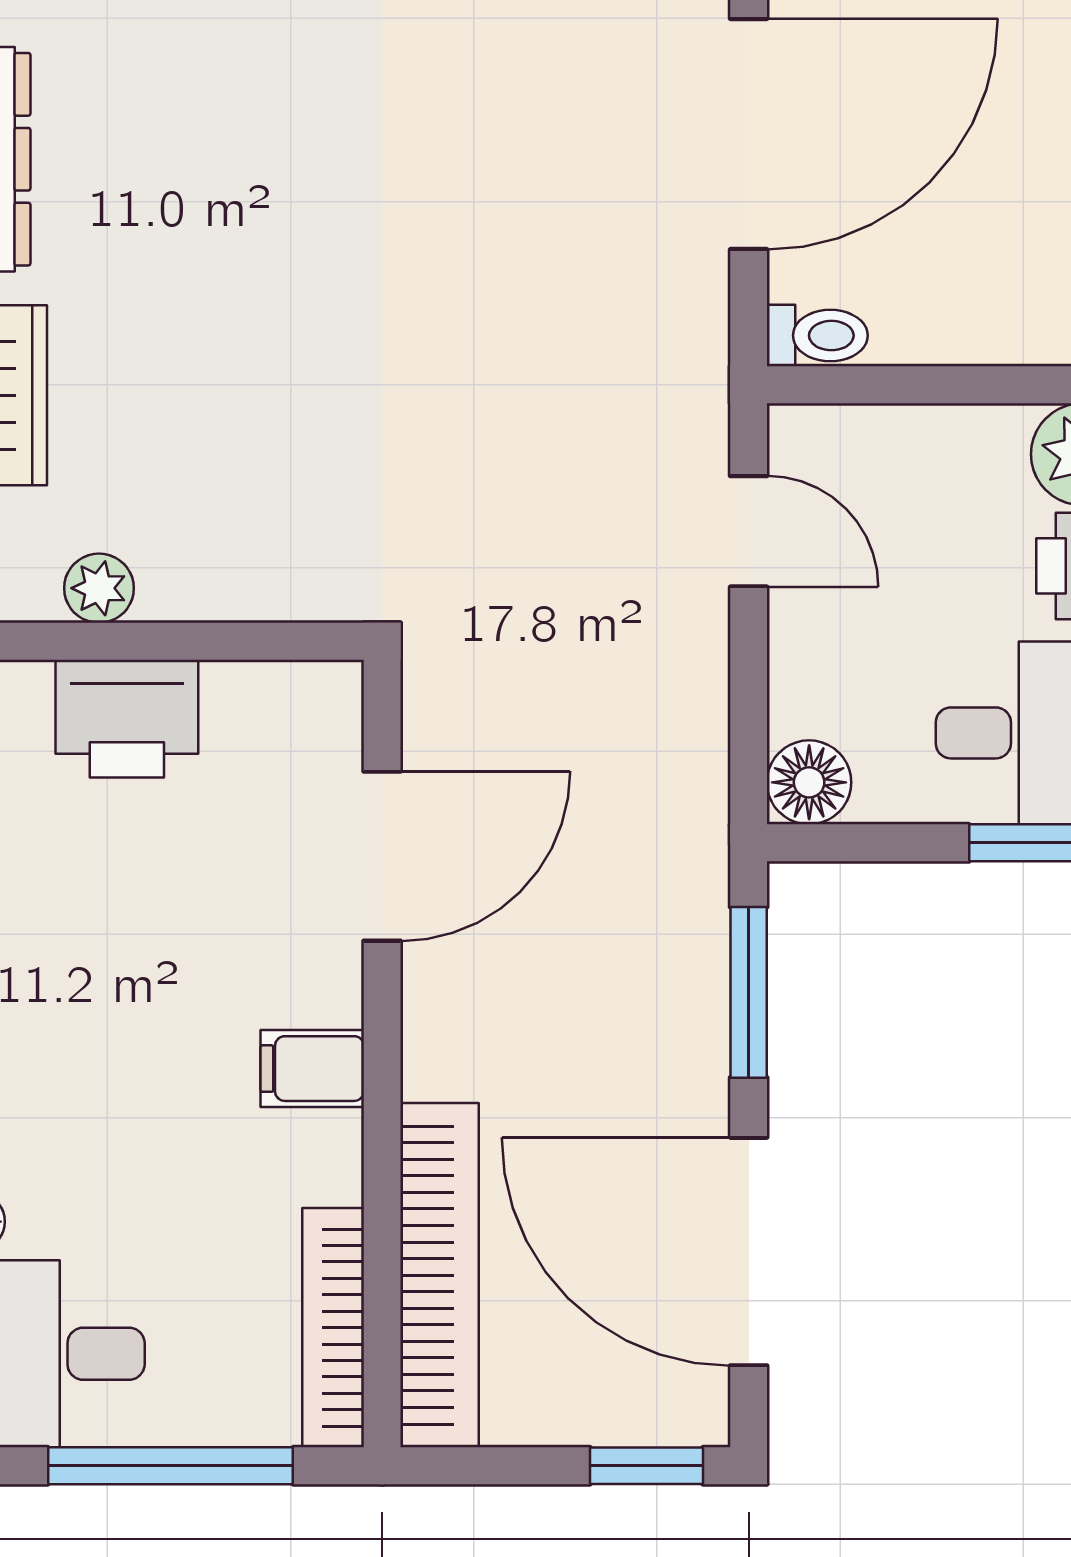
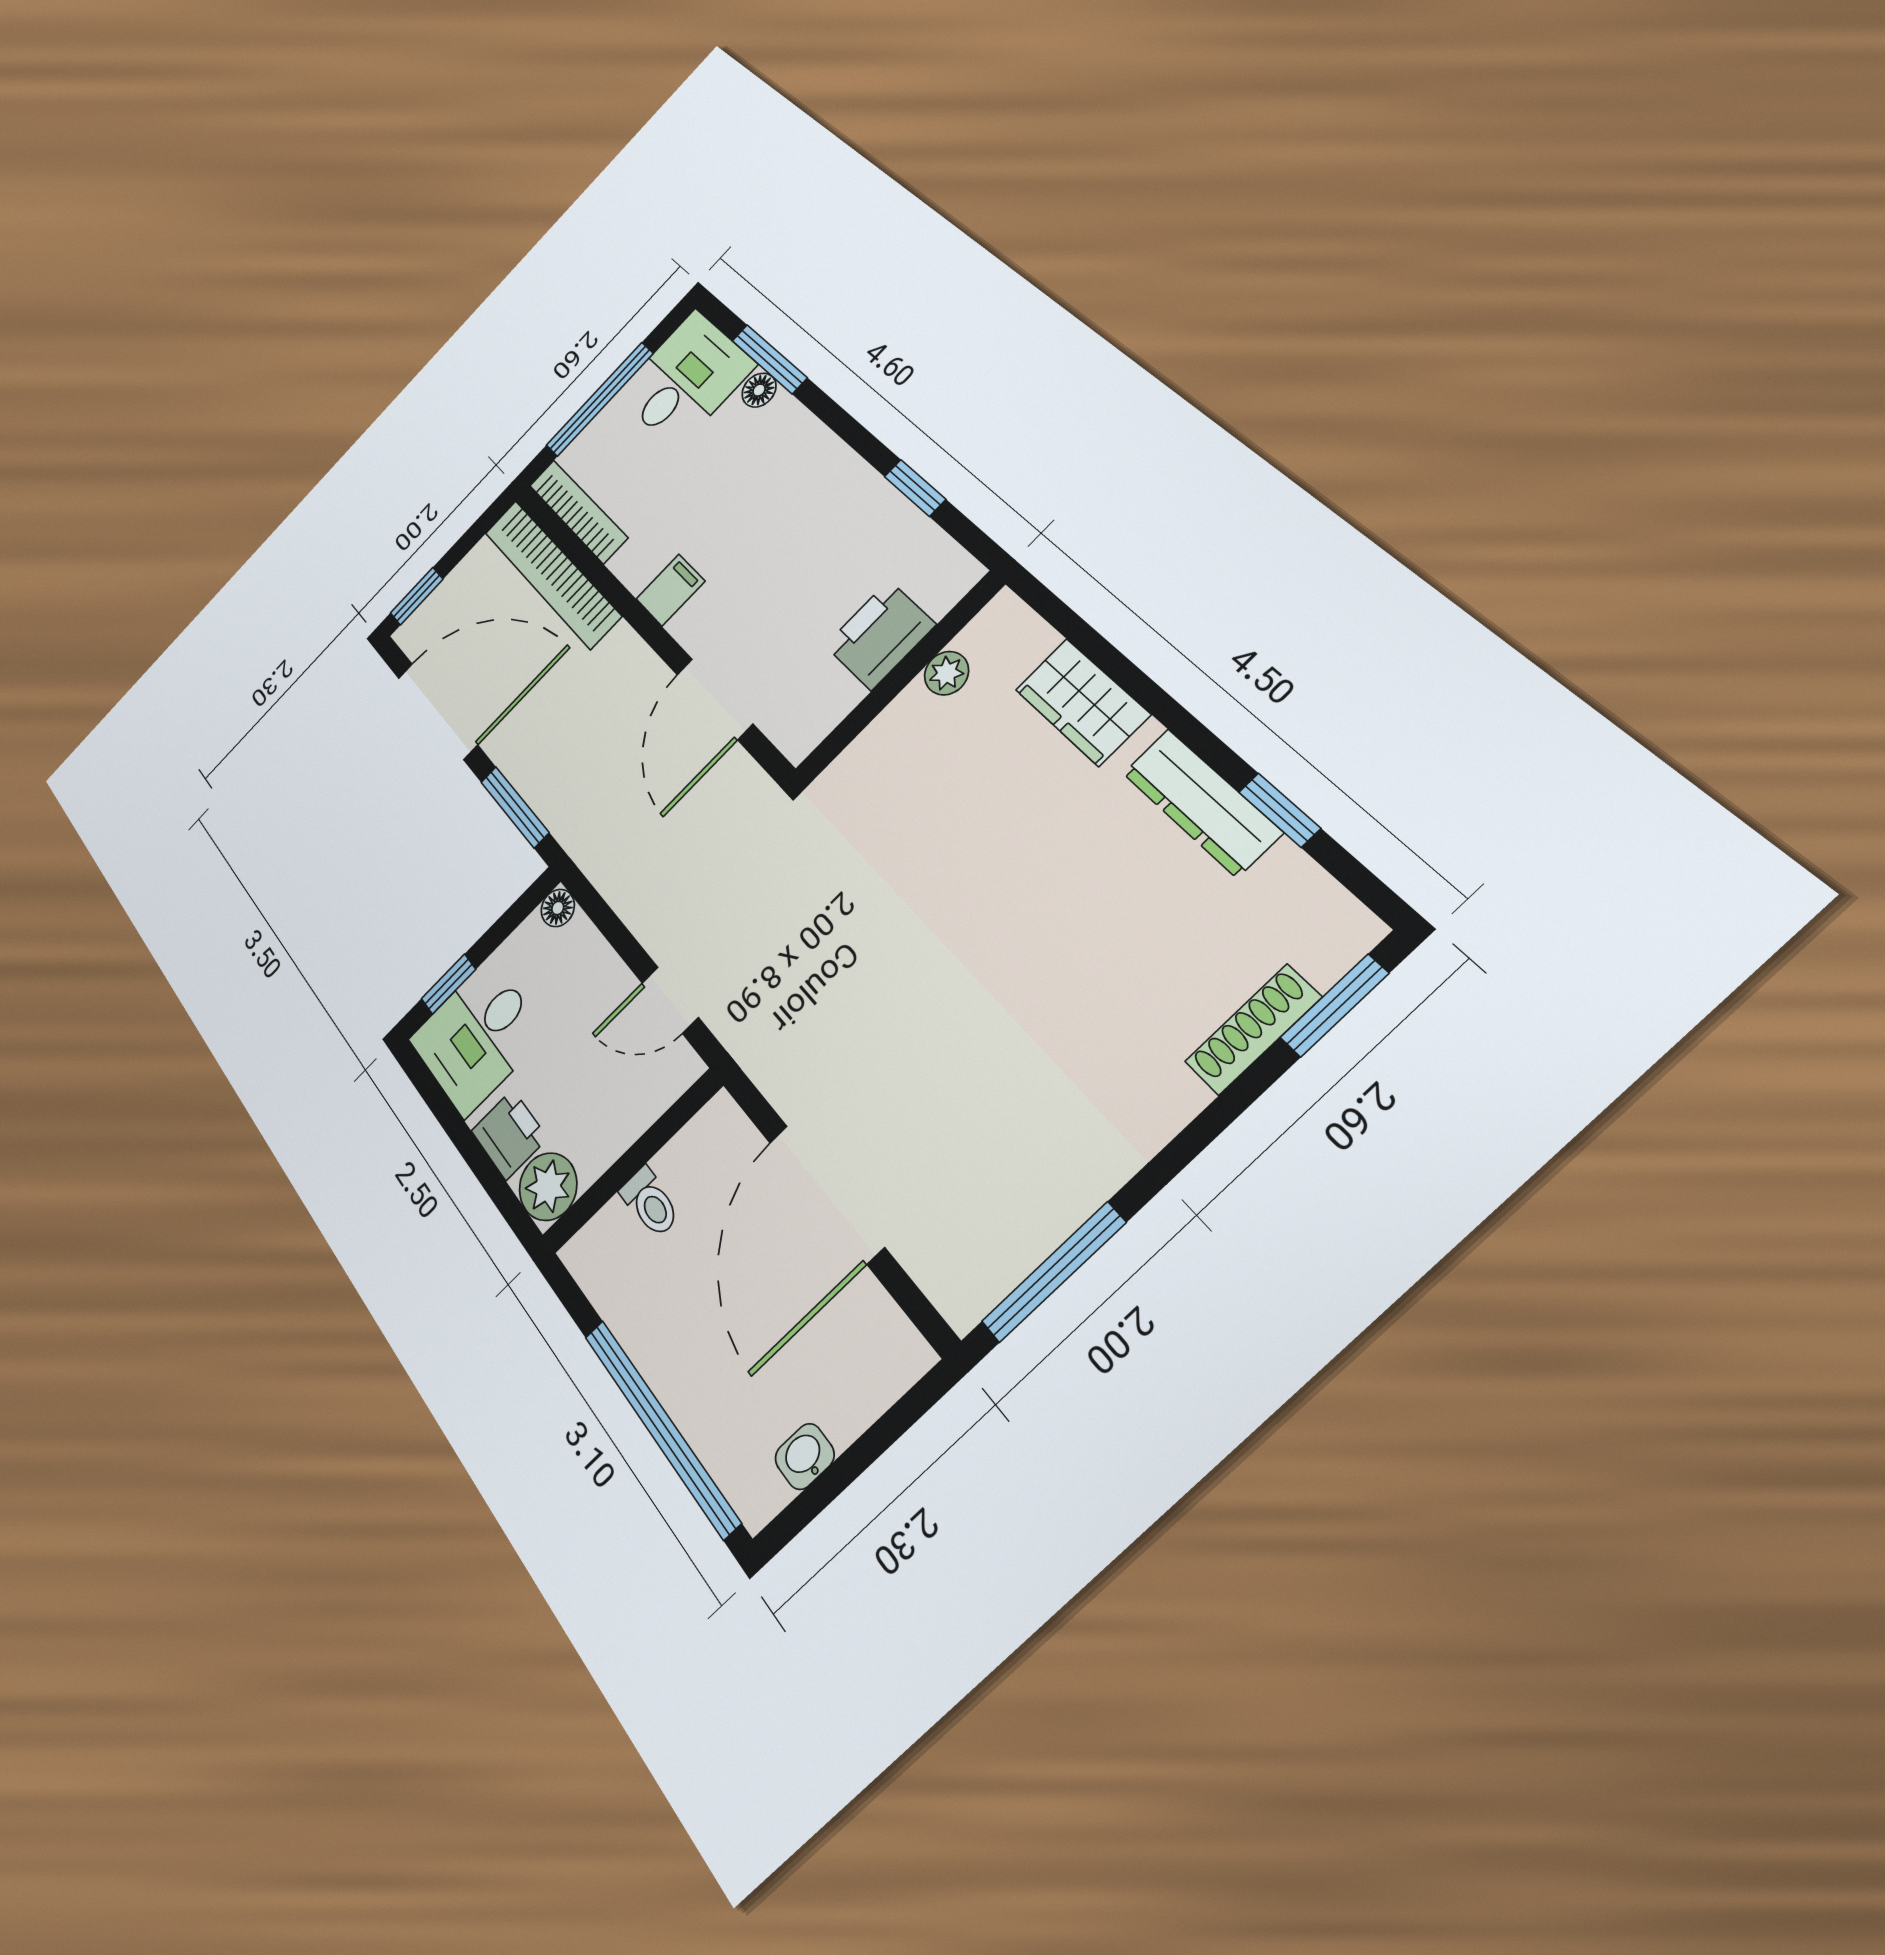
toilet: (817, 336) -> (650, 1202), moved, turned -90
floor lamp: (809, 782) -> (558, 908), width x0.73, depth x0.73

